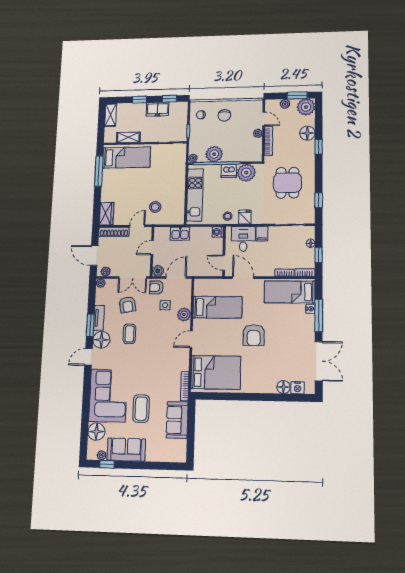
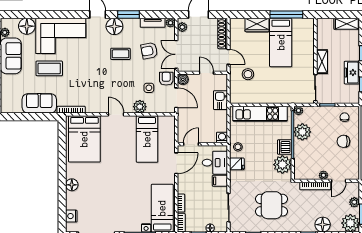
shelving: (128, 137) -> (322, 62), moved
bed: (126, 158) -> (281, 42), moved
wardrobe: (107, 214) -> (257, 25), moved
tv unit: (99, 318) -> (153, 23), moved
armchair: (254, 335) -> (120, 174), removed
floor lamp: (283, 387) -> (72, 185), moved

